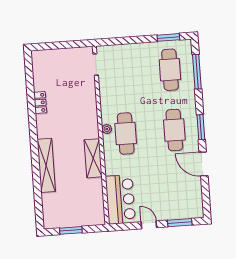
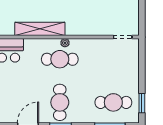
cafe table: (174, 130) -> (60, 102), turned 90
shelving: (93, 158) -> (40, 29), width x1.47

